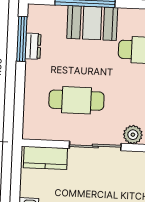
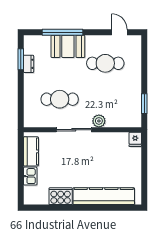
window: (22, 39) -> (21, 59), width x0.69
kitchen counter: (45, 158) -> (31, 151), moved, turned -90

